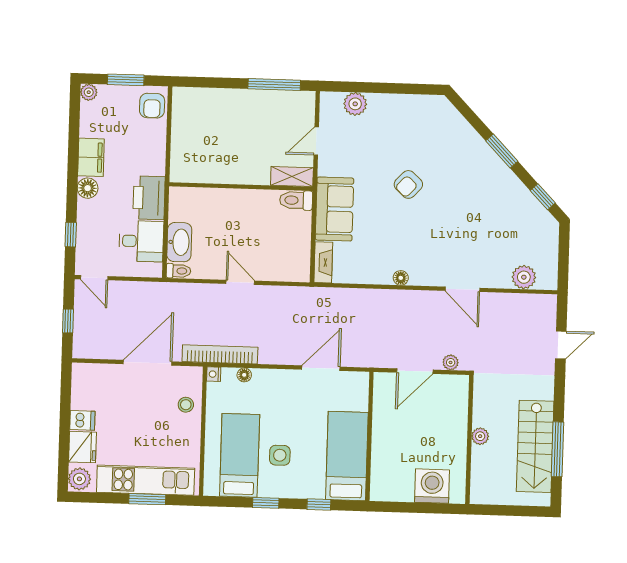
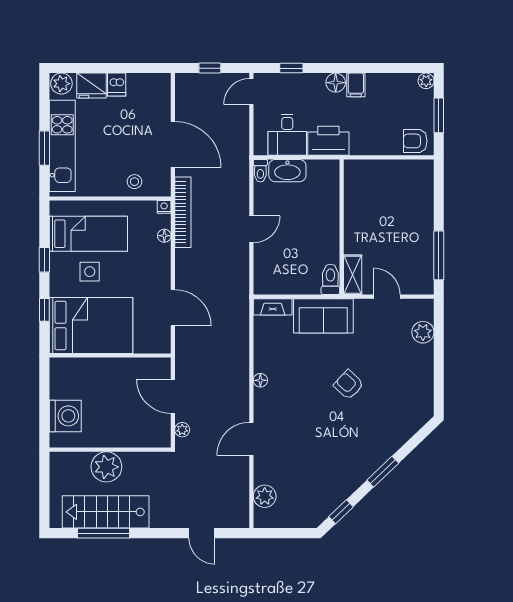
filing cabinet: (91, 157) -> (356, 85), width x0.50
plant: (480, 436) -> (106, 467), width x1.88, depth x1.88
bed: (347, 456) -> (91, 325), width x1.50

